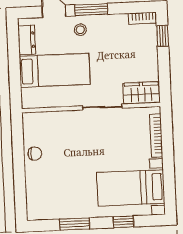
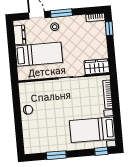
window: (123, 222) -> (101, 151), moved

